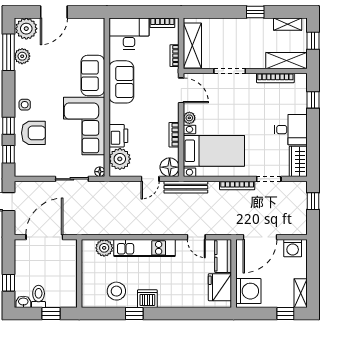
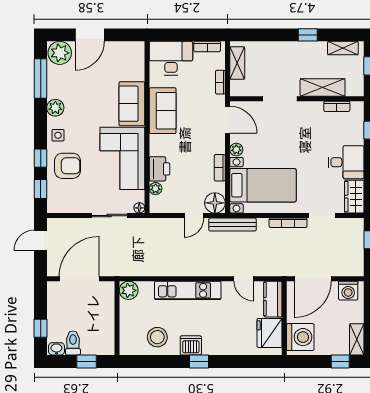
shelving: (192, 46) -> (237, 63), width x0.67, depth x0.75
plant: (22, 56) -> (55, 108), moved
shelving: (287, 61) -> (323, 87), moved
bookcase: (275, 78) -> (337, 106), width x0.64
plant: (120, 159) -> (156, 189), width x0.53, depth x0.53
plant: (104, 248) -> (129, 290), moved
window: (134, 314) -> (199, 361), moved

